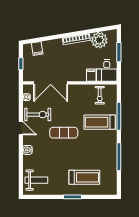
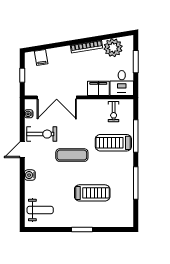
filing cabinet: (91, 75) -> (98, 88), width x2.00
door: (21, 128) -> (22, 150), swing flipped
treadmill: (84, 177) -> (92, 193), moved

